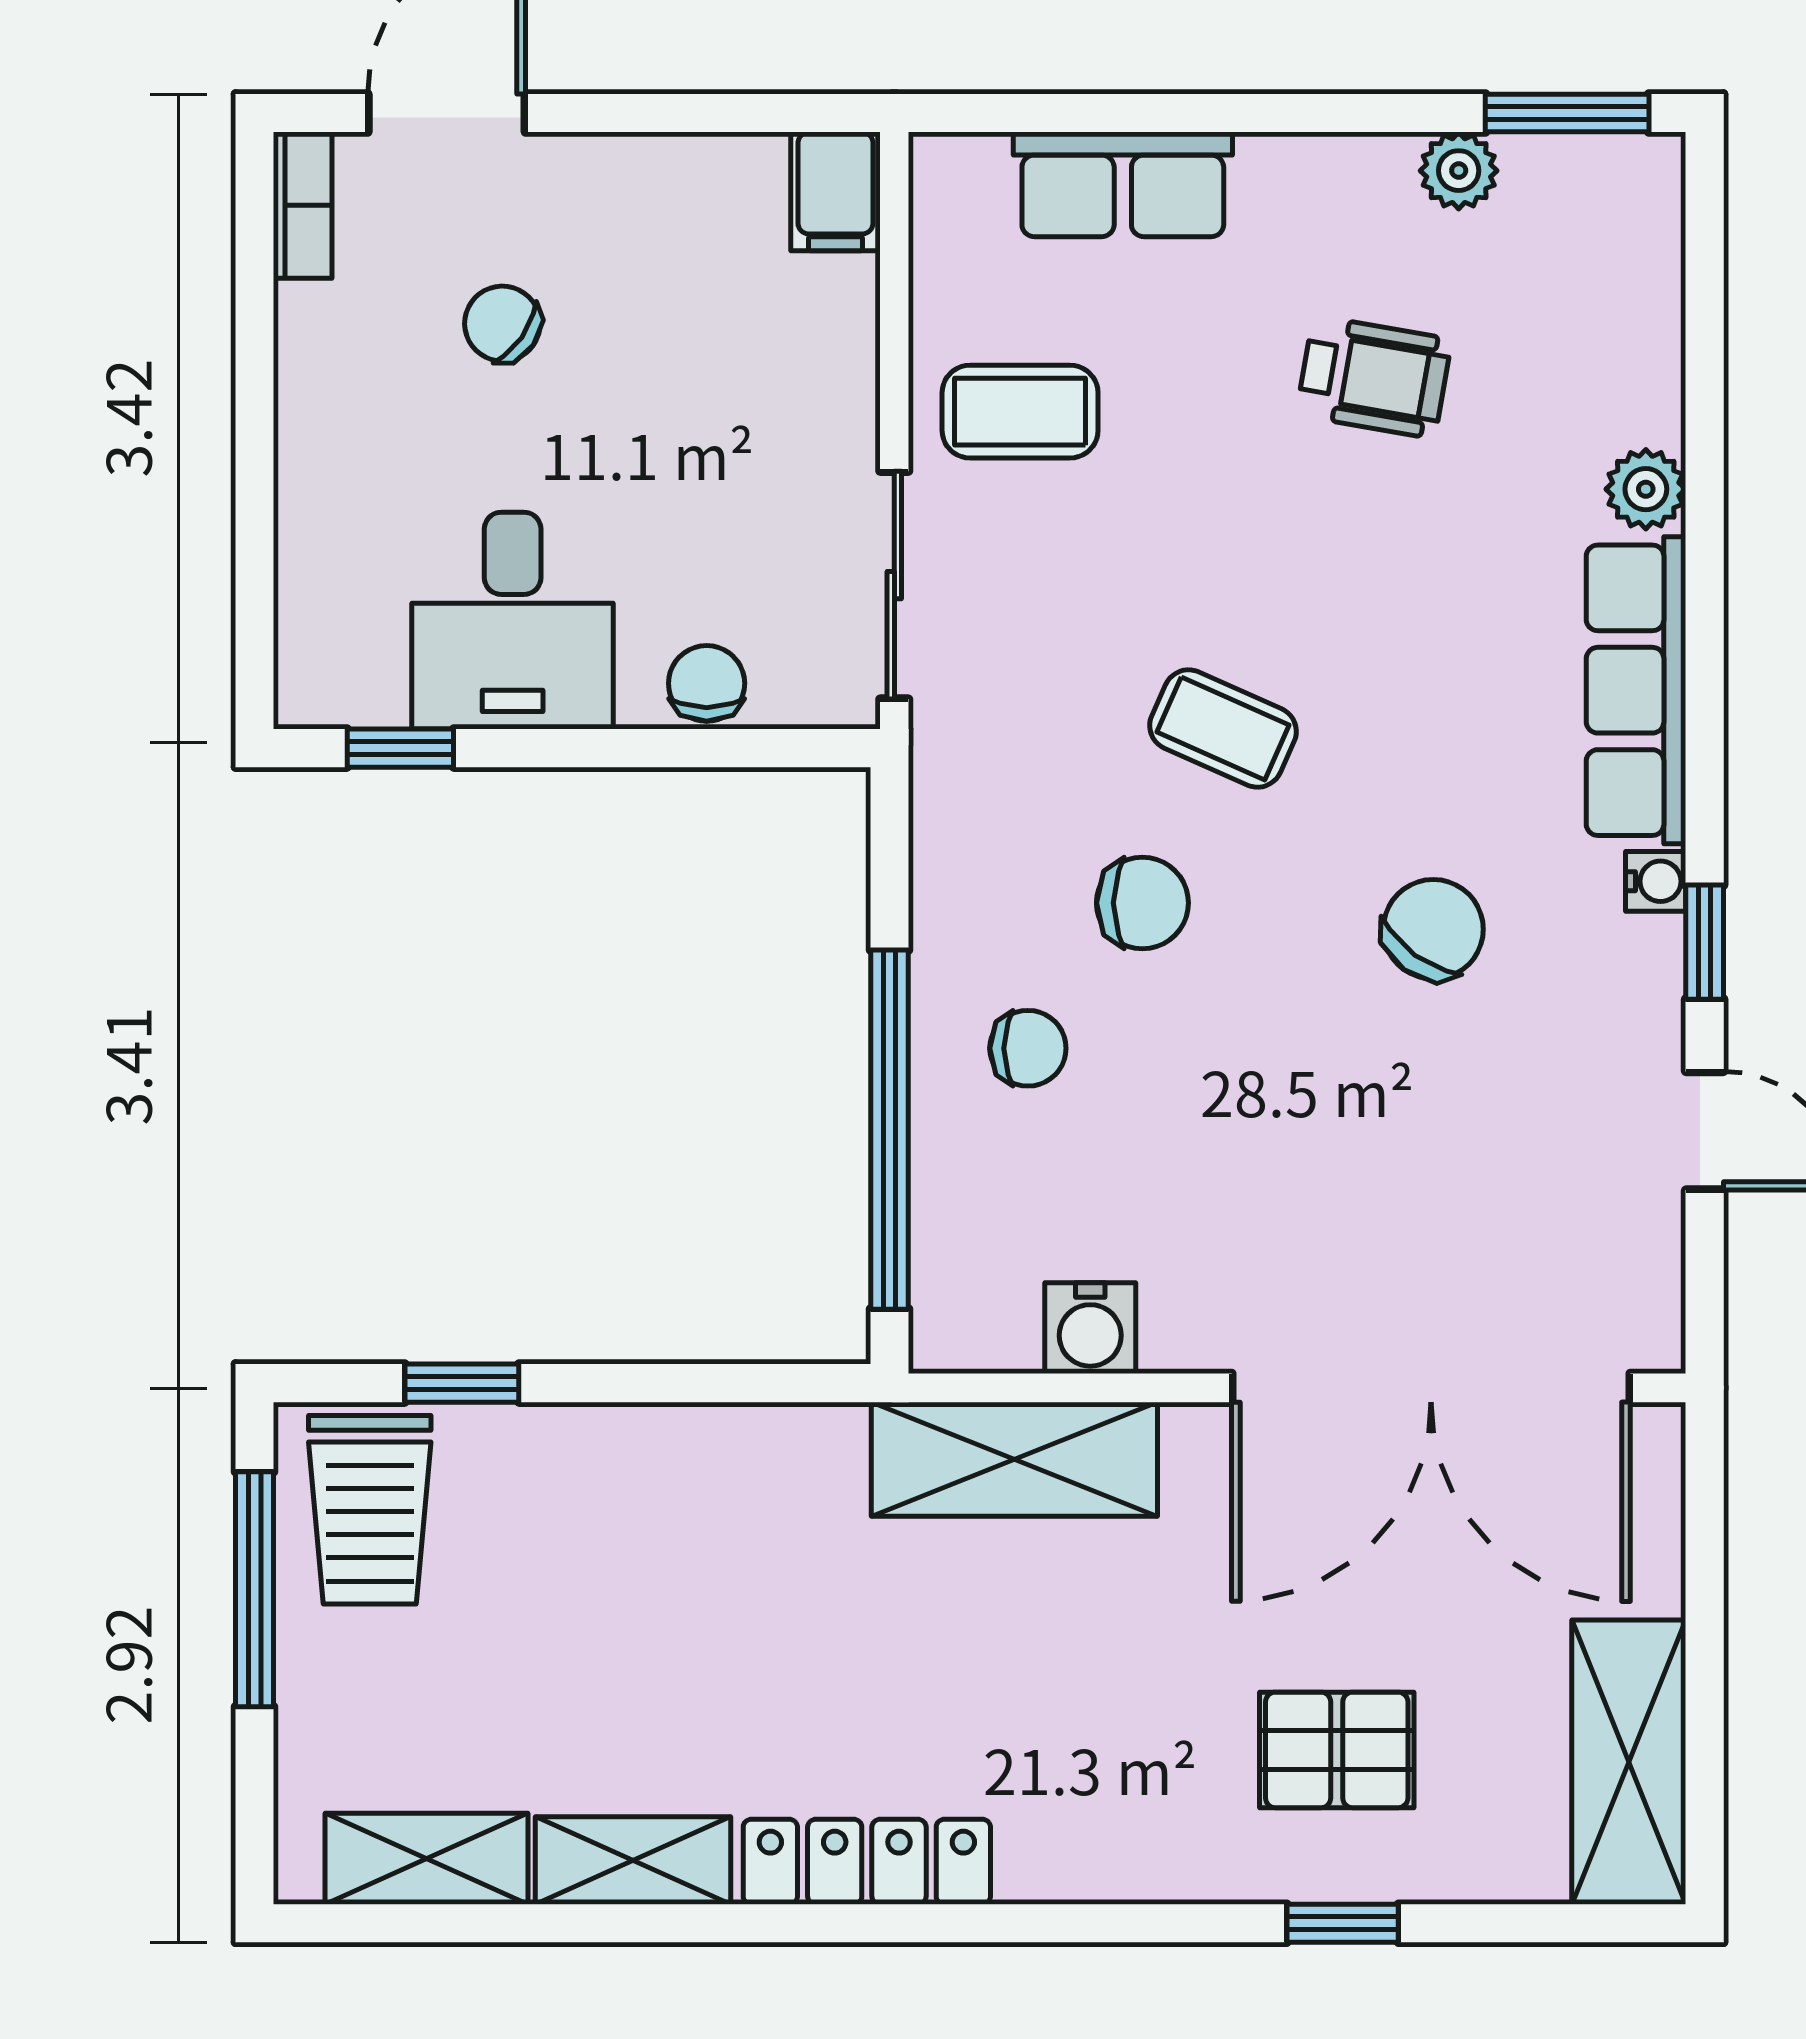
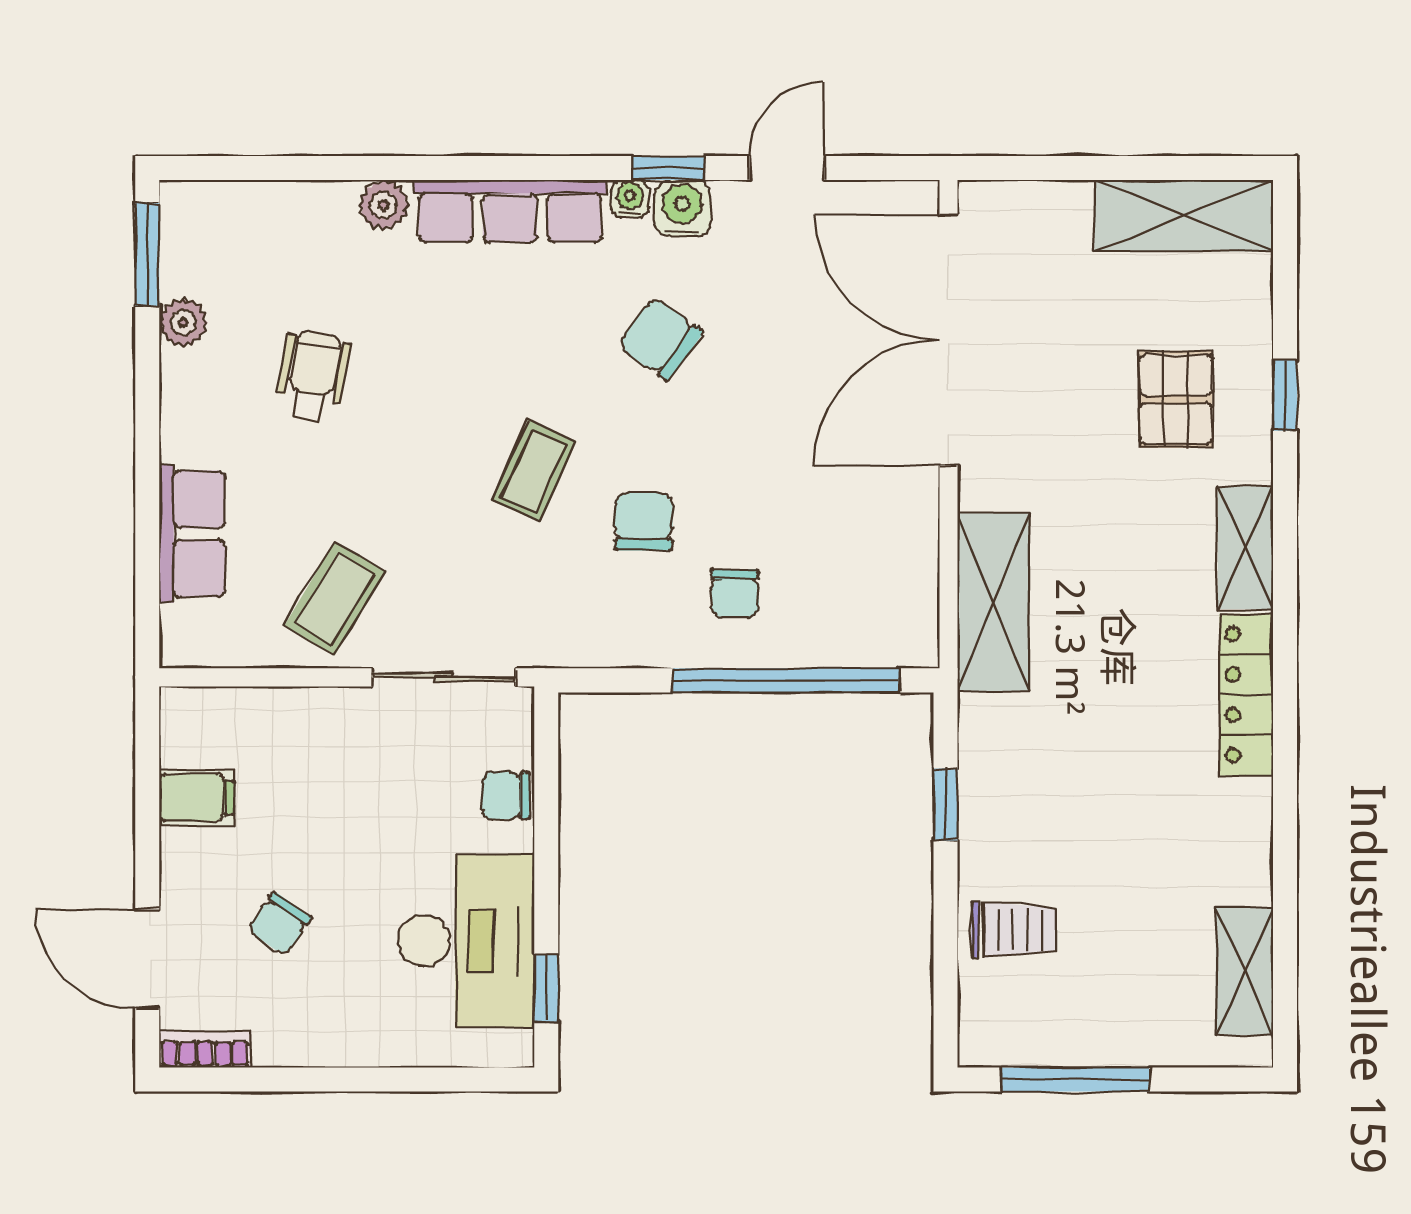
filing cabinet: (835, 191) -> (196, 798), moved
coffee table: (1020, 412) -> (335, 598), turned 31
desk: (513, 621) -> (466, 941), width x1.37
chair: (1028, 1048) -> (735, 593), turned 180
water cooler: (1090, 1328) -> (682, 209), moved, turned -90
window: (462, 1383) -> (945, 805), moved
double door: (1431, 1388) -> (948, 340), swing flipped
trolley: (370, 1510) -> (1014, 930), moved, width x0.73, depth x0.72
shelving: (633, 1860) -> (1246, 548), moved

